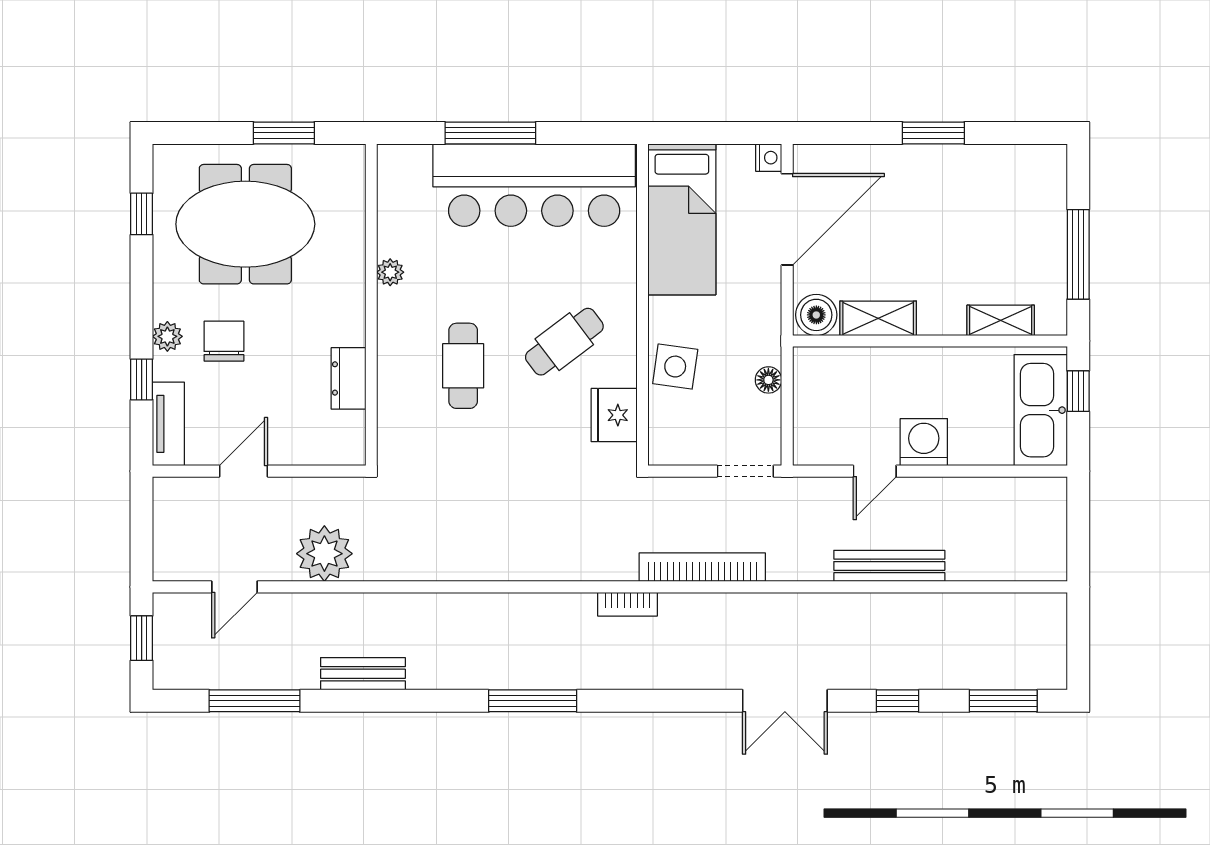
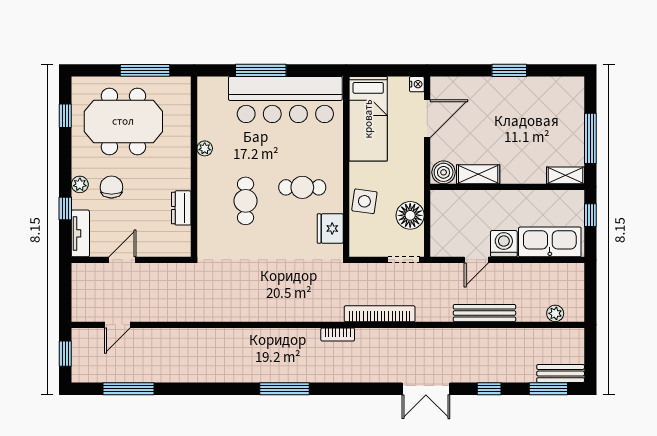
window: (284, 133) -> (145, 70), width x1.44
door: (787, 219) -> (427, 119), width x0.73
shelving: (1001, 320) -> (565, 175), moved
cafe table: (564, 342) -> (302, 187), turned 37
floor lamp: (768, 380) -> (410, 215), width x1.89, depth x1.89
kitchen sink: (1041, 410) -> (550, 242), moved, turned 90
plant: (324, 554) -> (555, 313), moved, width x0.53, depth x0.53
bench: (363, 674) -> (561, 374), moved

